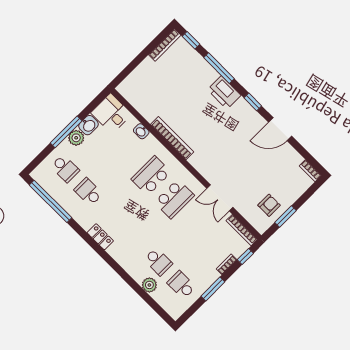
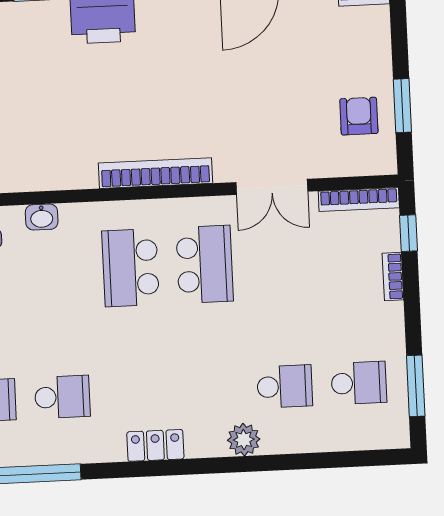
bookcase: (172, 138) -> (155, 173), moved
school desk: (88, 192) -> (62, 397), turned 180
plant: (149, 285) -> (244, 440), moved
school desk: (181, 285) -> (359, 383), turned 180
window: (213, 289) -> (416, 386), moved

